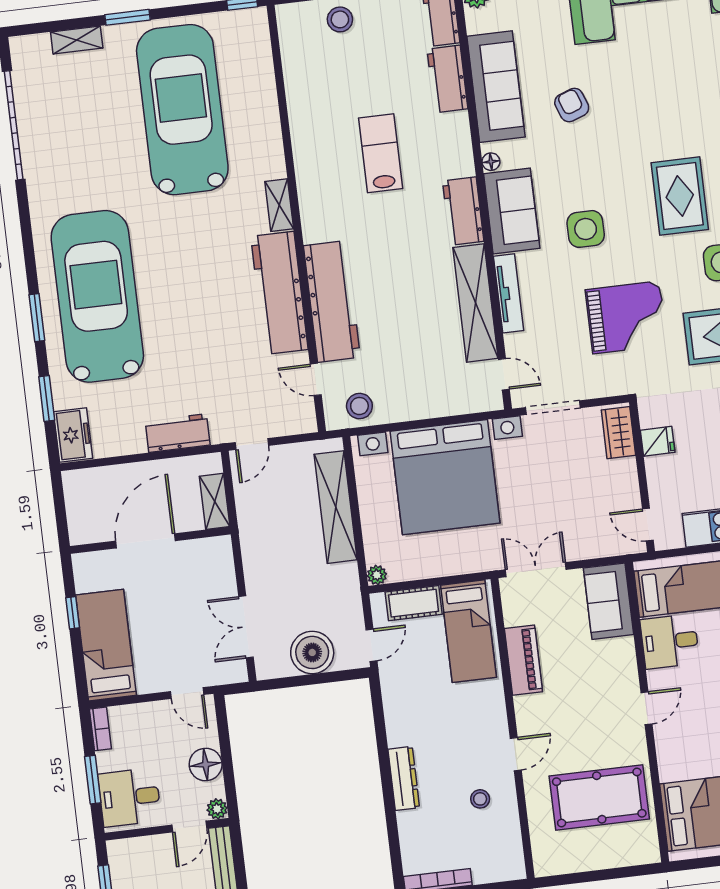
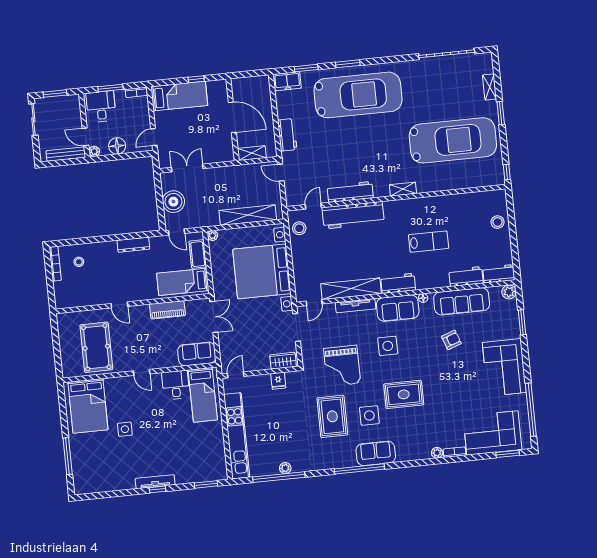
workbench: (279, 293) -> (350, 192), width x0.73, depth x0.76
dresser: (404, 778) -> (133, 245), moved
stool: (480, 799) -> (79, 262), moved

